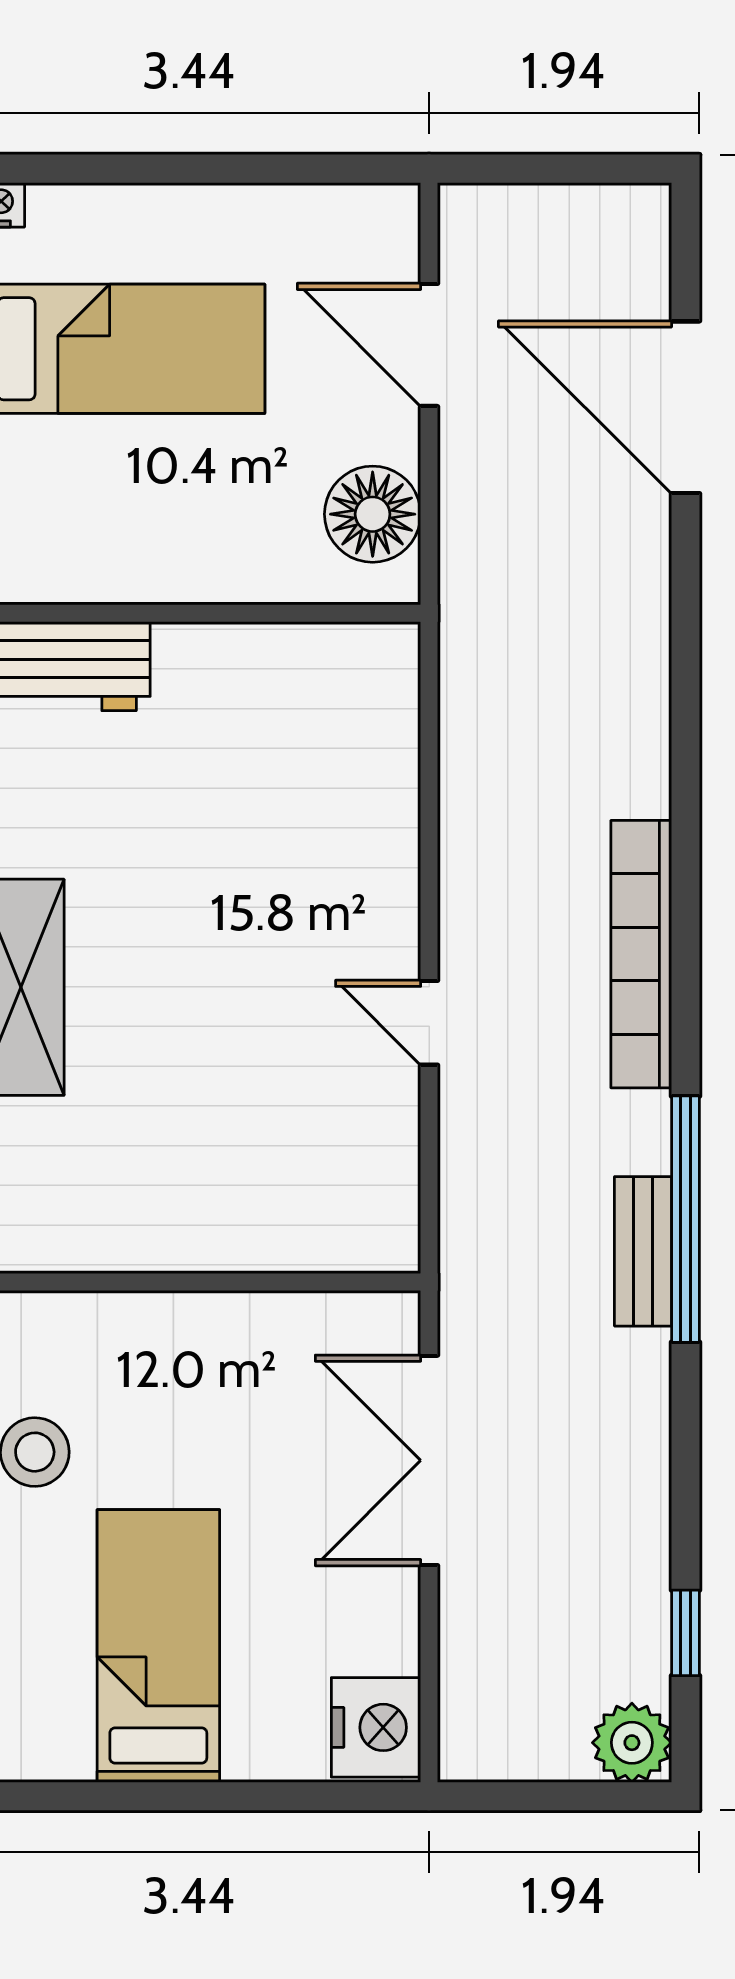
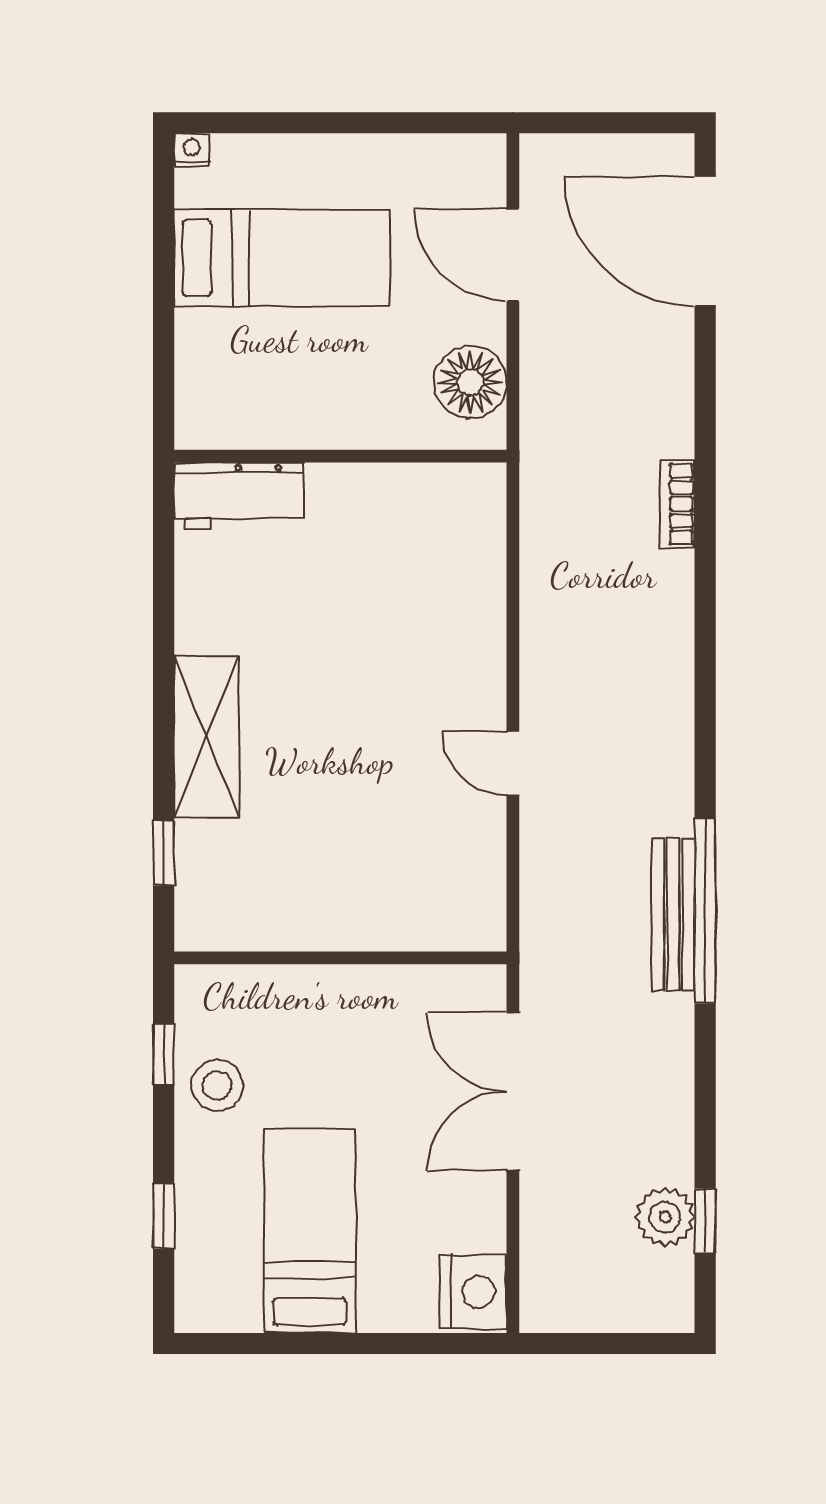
door: (685, 407) -> (705, 241), moved
bookcase: (641, 954) -> (677, 504), moved, width x0.43, depth x0.76
bench: (643, 1251) -> (673, 914), width x1.36
plant: (632, 1743) -> (665, 1217), moved

